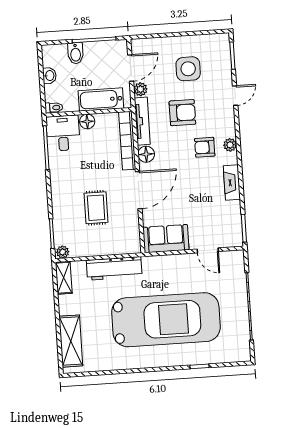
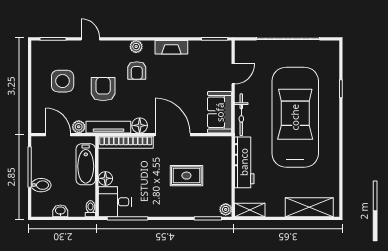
bicycle: (165, 262) -> (241, 115), added

